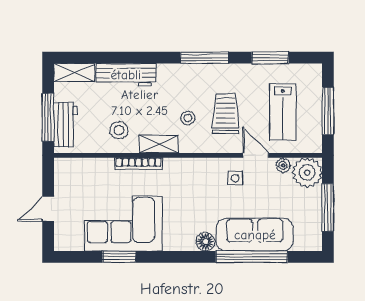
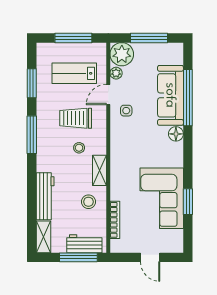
lab bench: (283, 112) -> (74, 73), turned 180
bookcase: (139, 164) -> (115, 220), moved

